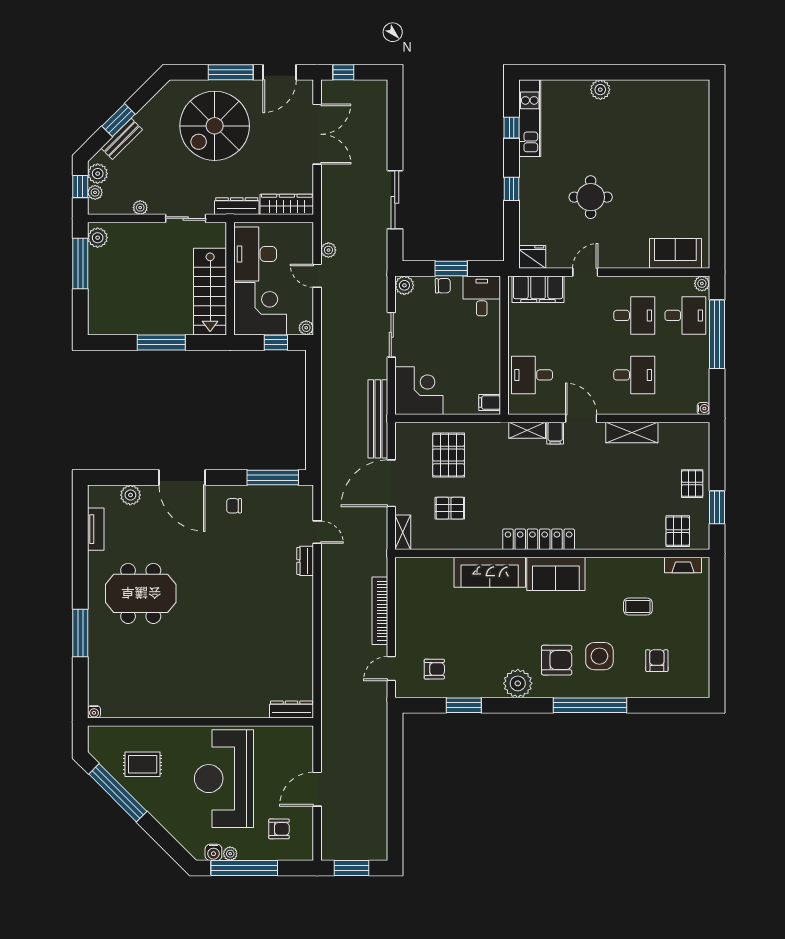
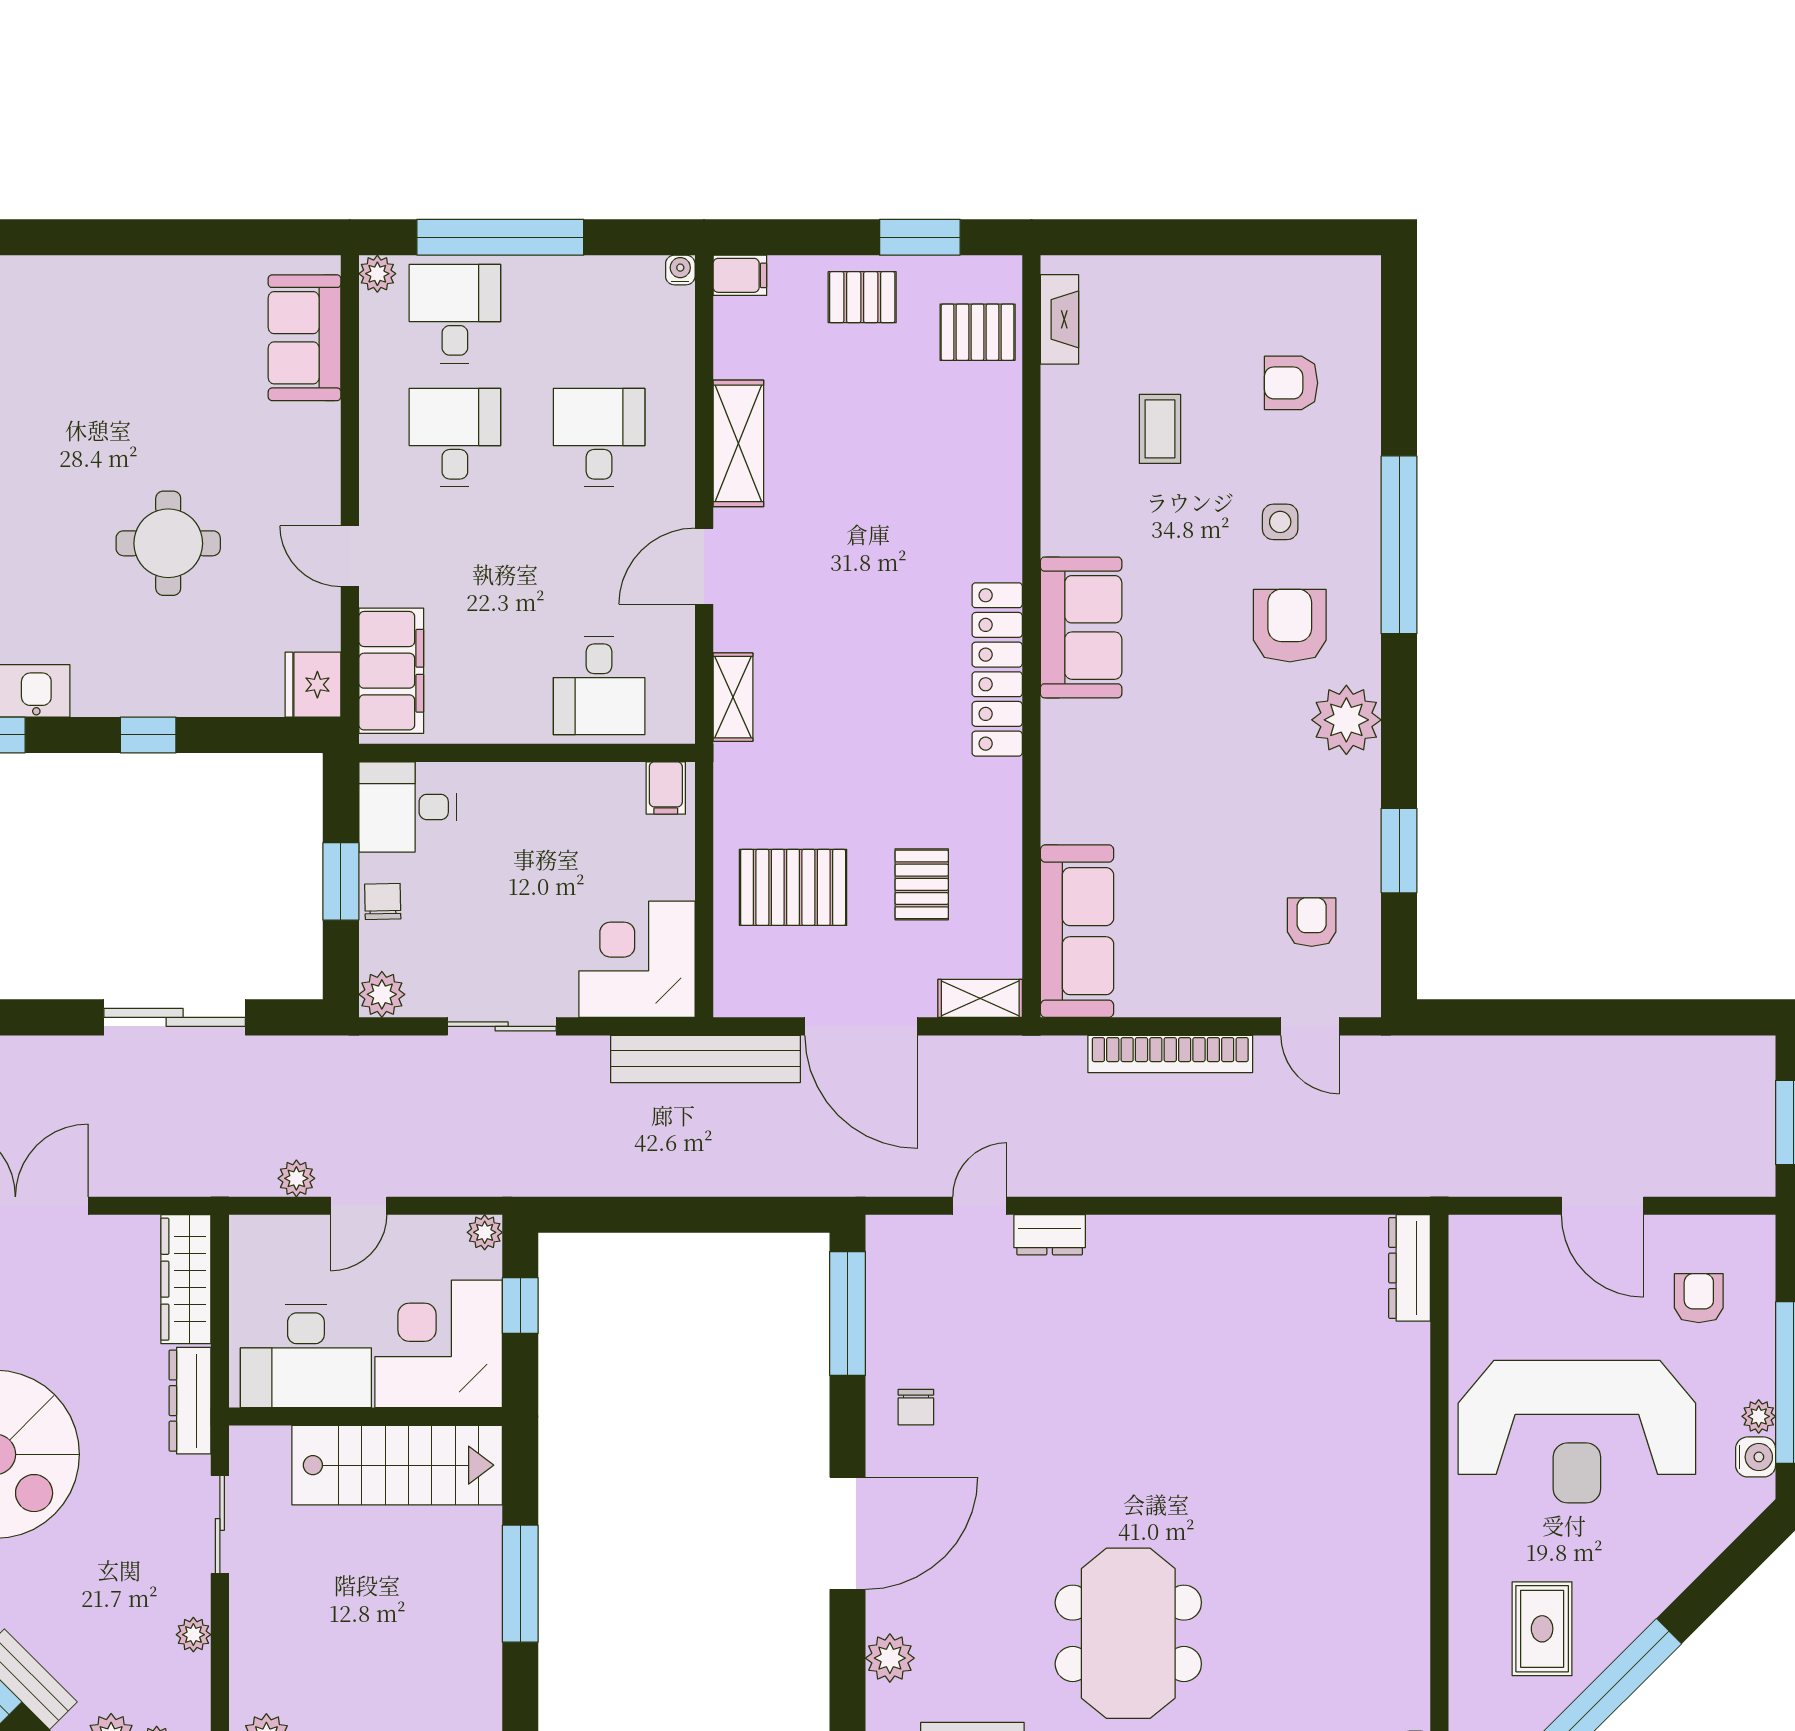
filing cabinet: (555, 433) -> (740, 275), moved
sofa: (490, 572) -> (1077, 931), moved
side table: (599, 656) -> (1280, 522), width x0.54, depth x0.54

